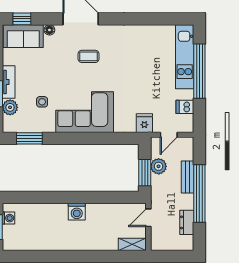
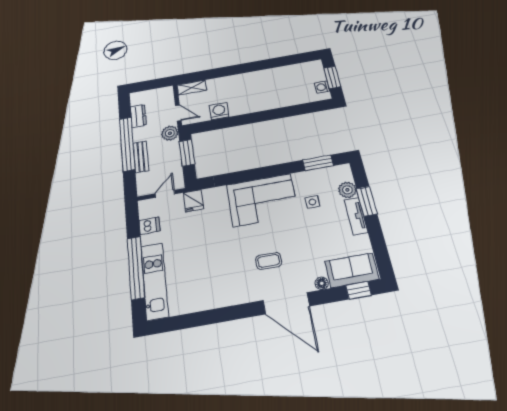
plant: (159, 166) -> (170, 133), moved
washing machine: (77, 212) -> (219, 111), moved
door: (148, 218) -> (178, 113), hinge flipped

